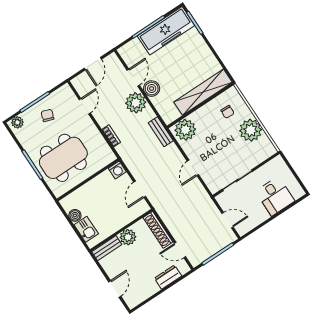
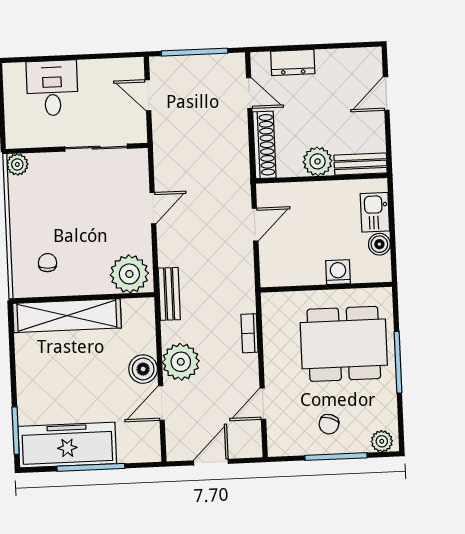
plant: (251, 130) -> (17, 164), moved, width x0.53, depth x0.53
washing machine: (117, 170) -> (338, 272), moved

